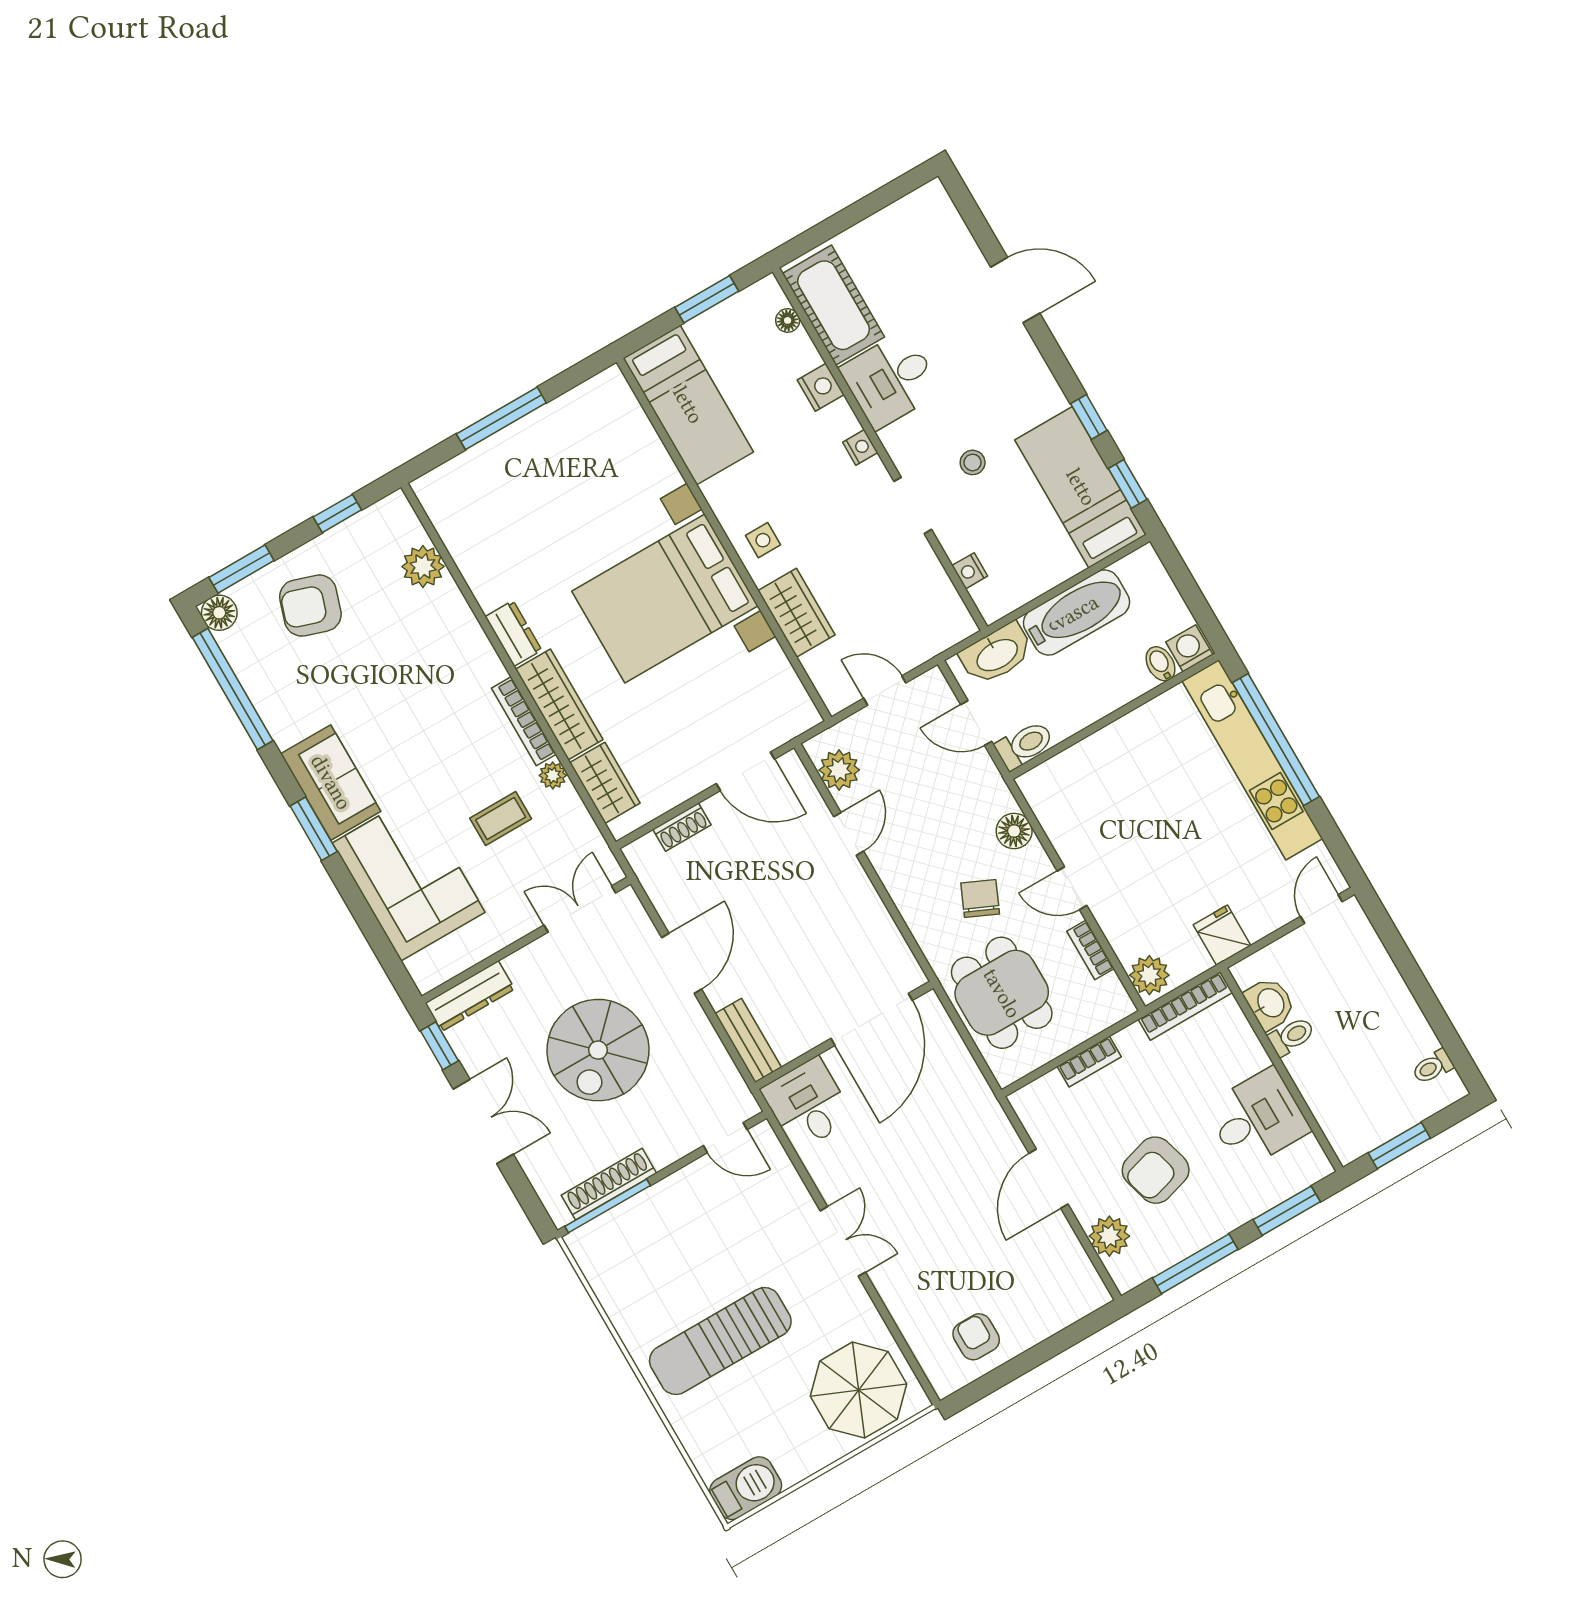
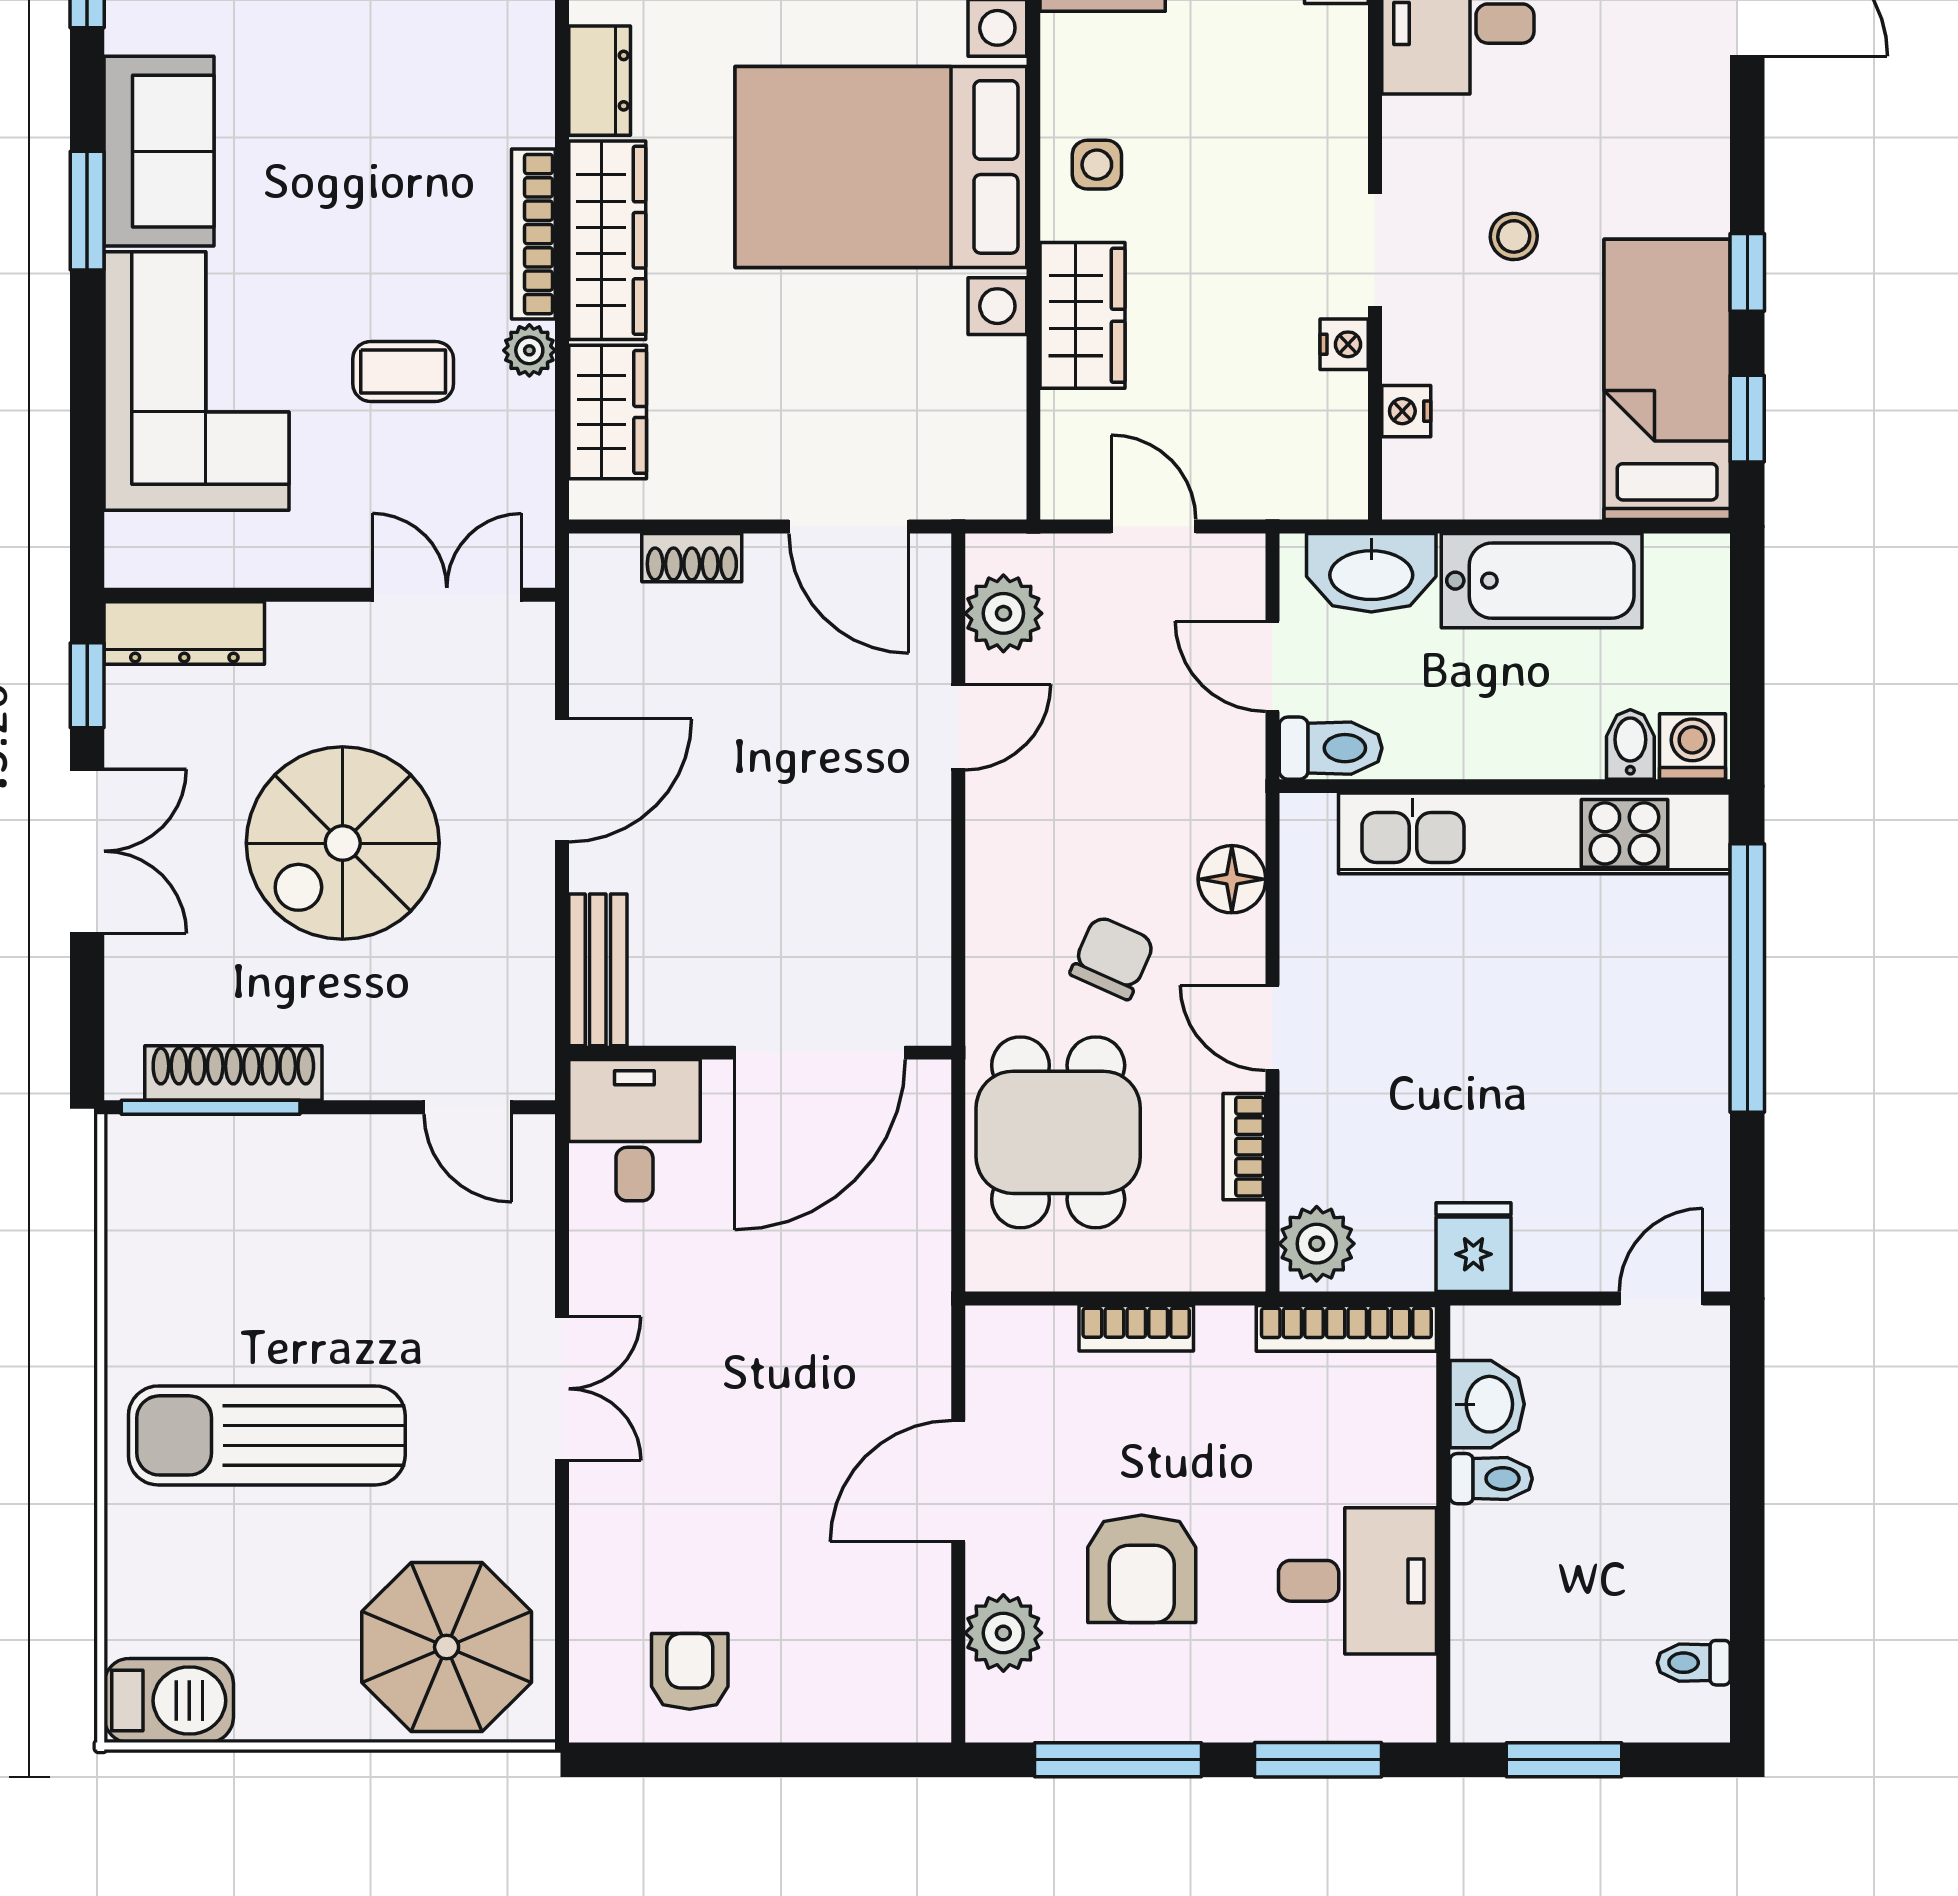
nightstand: (860, 447) -> (1344, 344), moved
kitchen unit: (1252, 760) -> (1534, 833), moved, turned -90
armchair: (1156, 1170) -> (1142, 1569), turned -74

